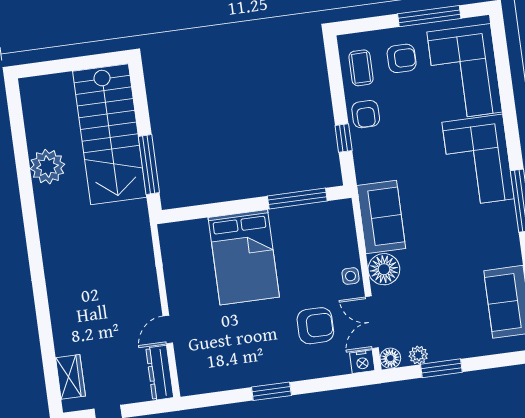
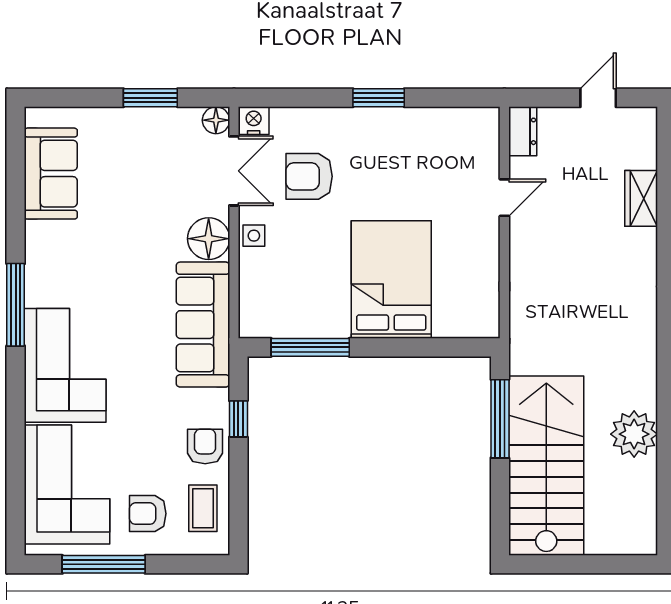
sofa: (381, 217) -> (203, 325), width x1.36
plant: (418, 355) -> (179, 119), removed
dresser: (160, 373) -> (523, 131), width x0.70
wardrobe: (70, 377) -> (641, 198), moved

